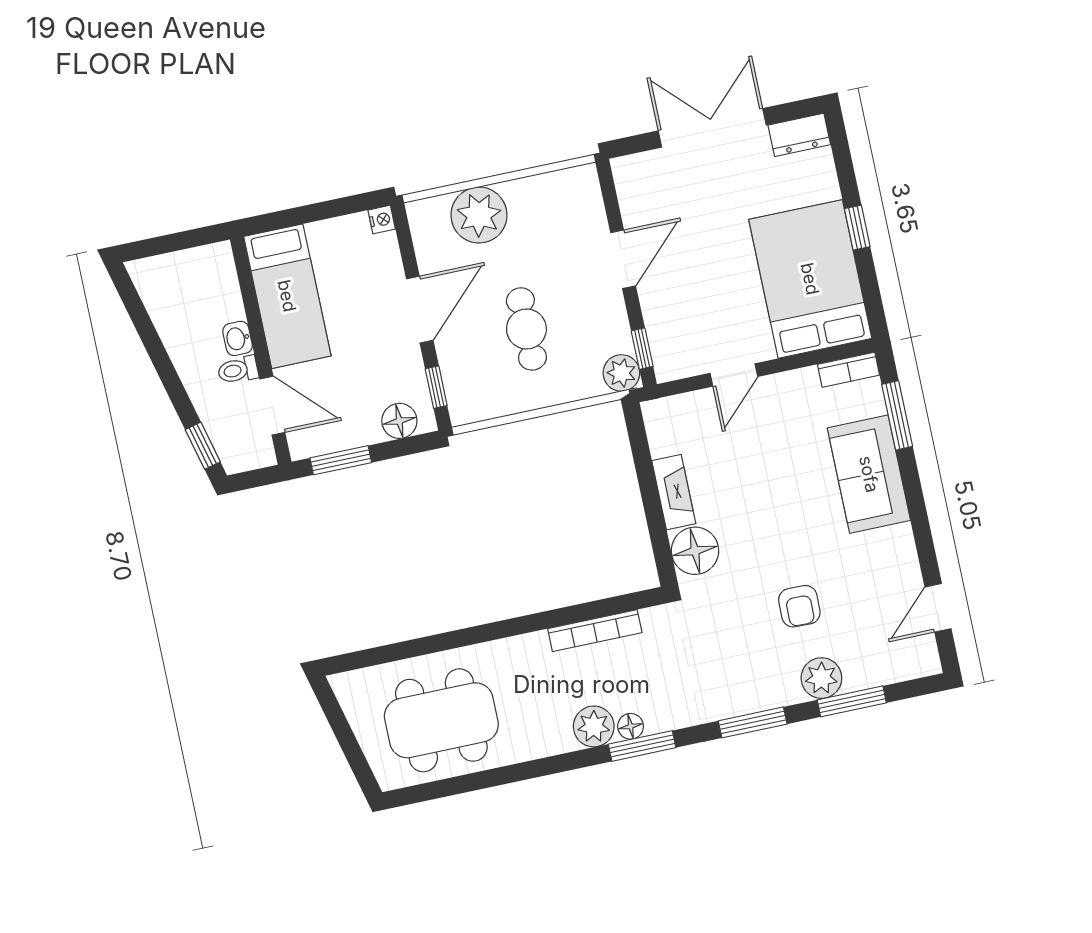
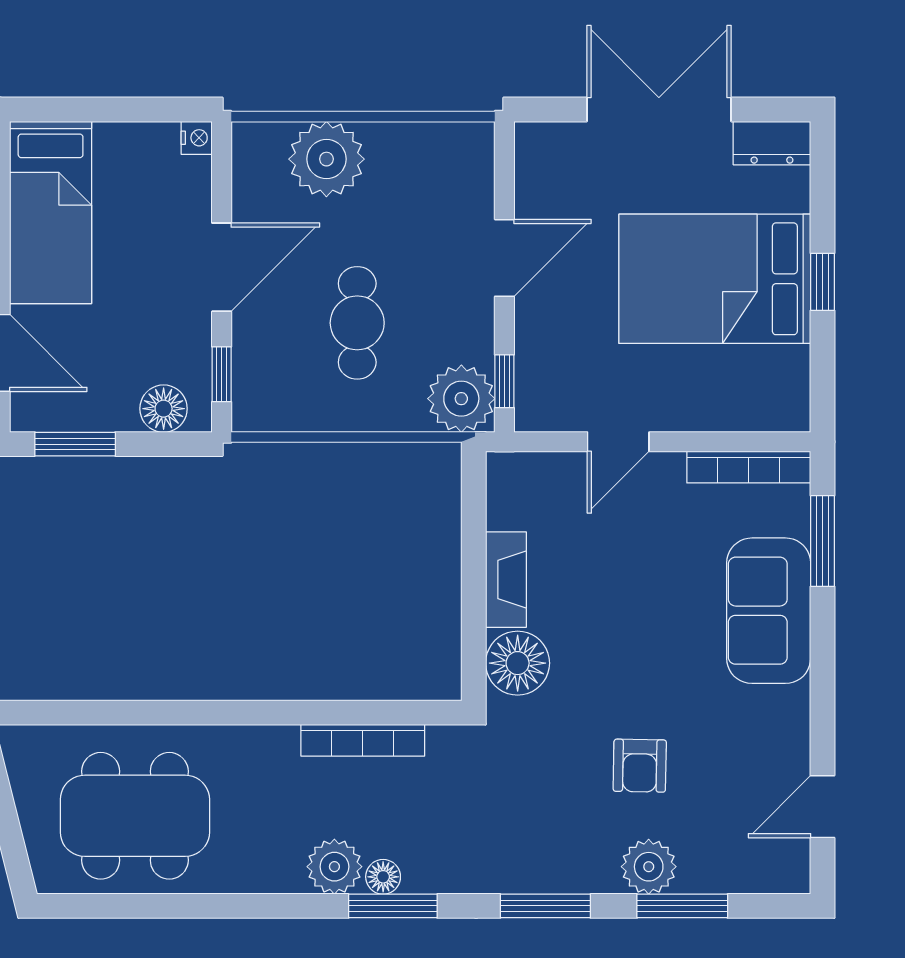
bed: (810, 279) -> (715, 279), moved, turned -90
bookcase: (848, 370) -> (749, 467), width x1.56
plant: (621, 373) -> (461, 399), width x1.36, depth x1.36

